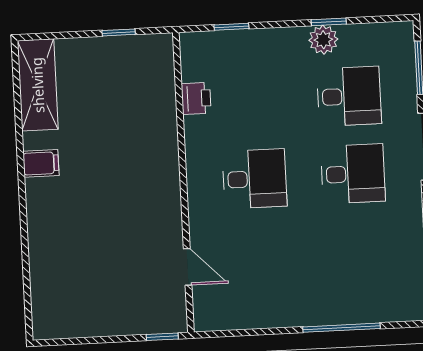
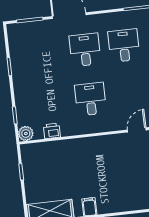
plant: (323, 40) -> (26, 133), moved
desk: (349, 96) -> (124, 45), moved

